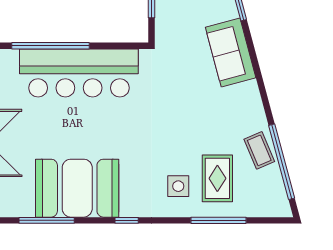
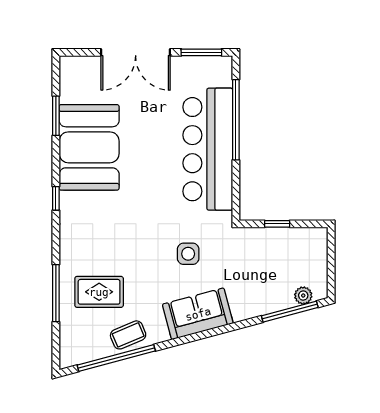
sofa: (231, 52) -> (198, 314), moved
side table: (178, 186) -> (188, 254), moved
window: (47, 220) -> (56, 116), width x0.69

